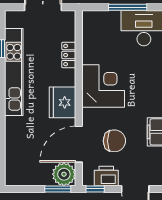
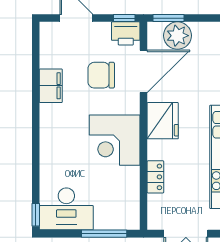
window: (128, 7) -> (104, 234), moved
plant: (64, 174) -> (177, 36), moved
printer: (106, 176) -> (126, 33), moved

